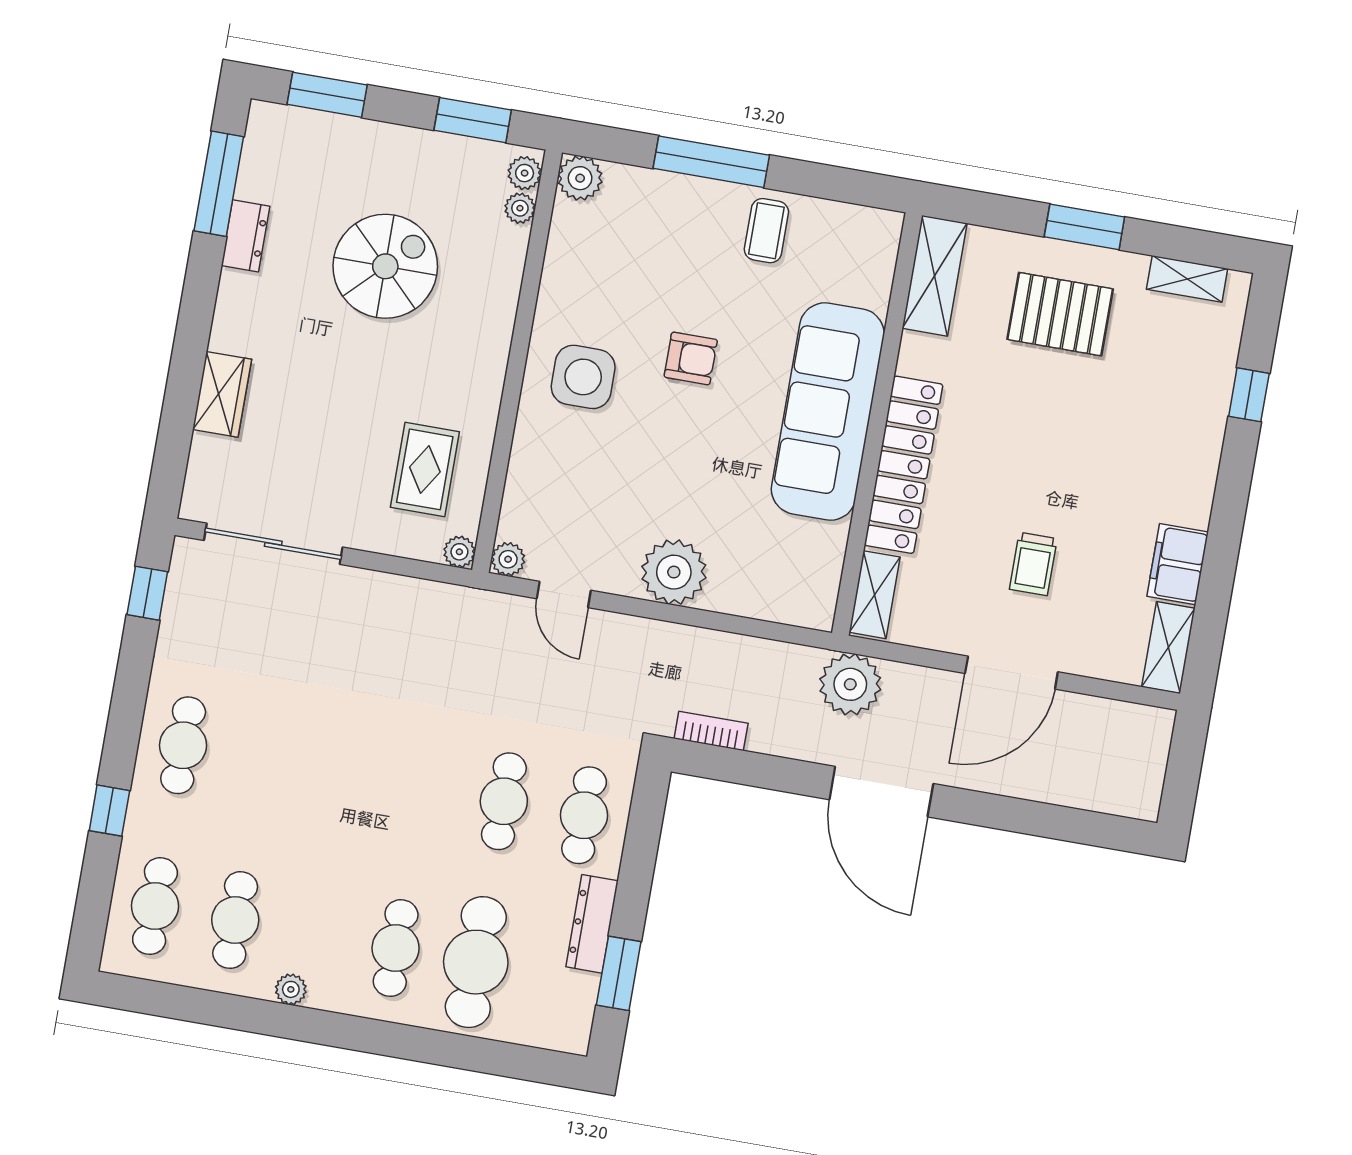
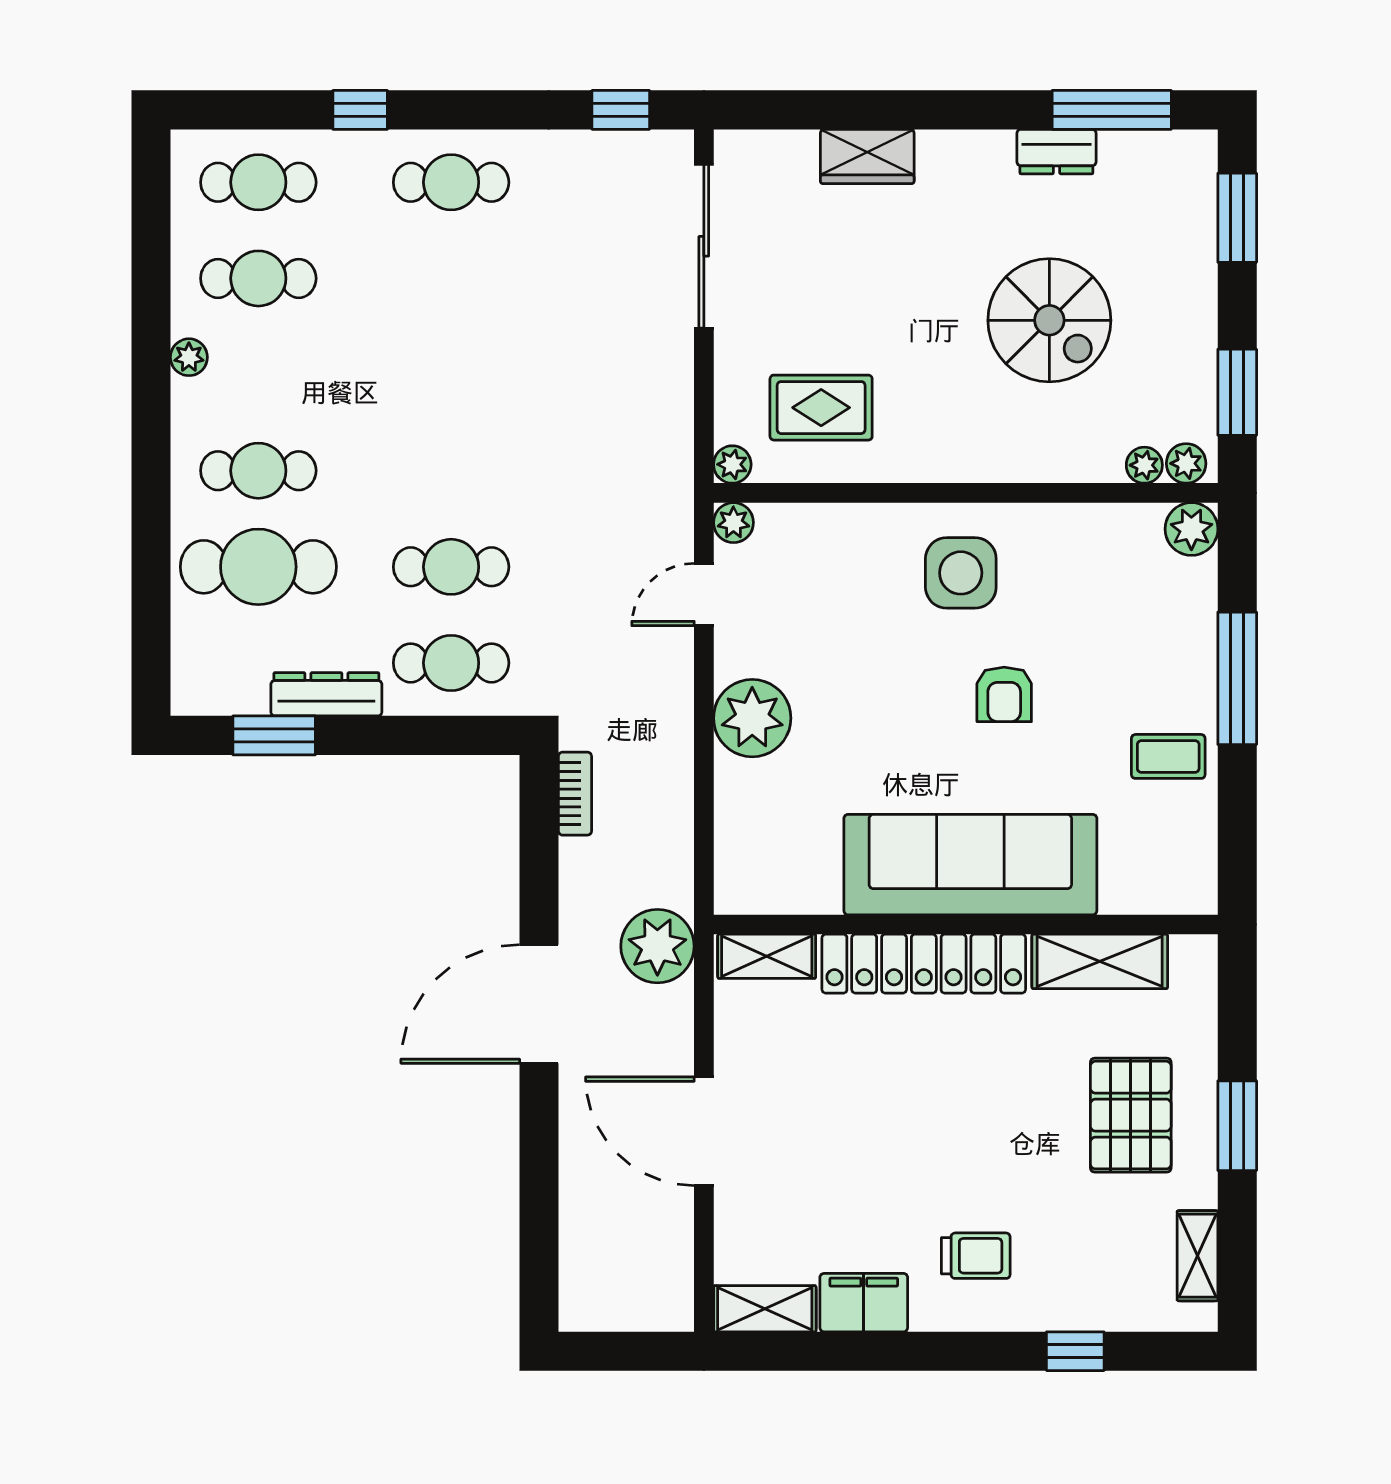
shelving: (935, 276) -> (1100, 961), moved
trolley: (1033, 564) -> (976, 1256), moved, turned 180

